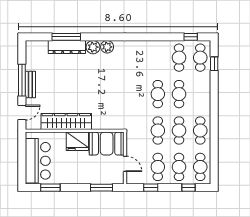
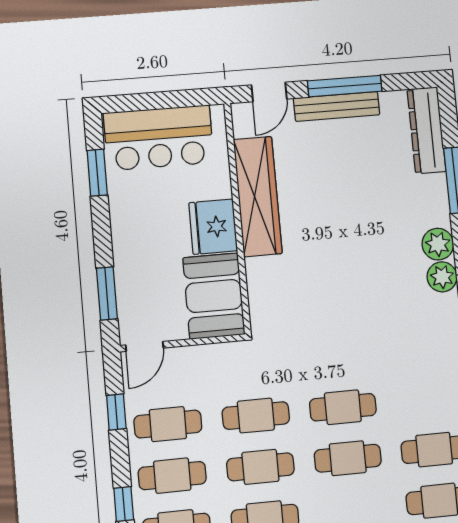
dresser: (67, 47) -> (427, 130), moved
bench: (30, 85) -> (337, 106), width x1.36
door: (22, 113) -> (269, 92), hinge flipped
door: (125, 164) -> (145, 346), moved

